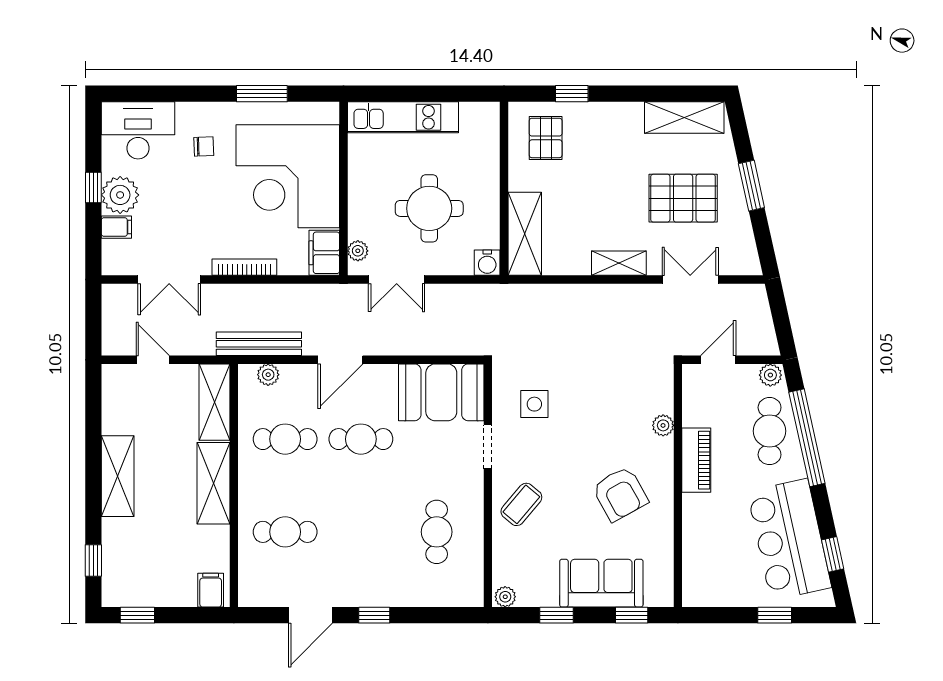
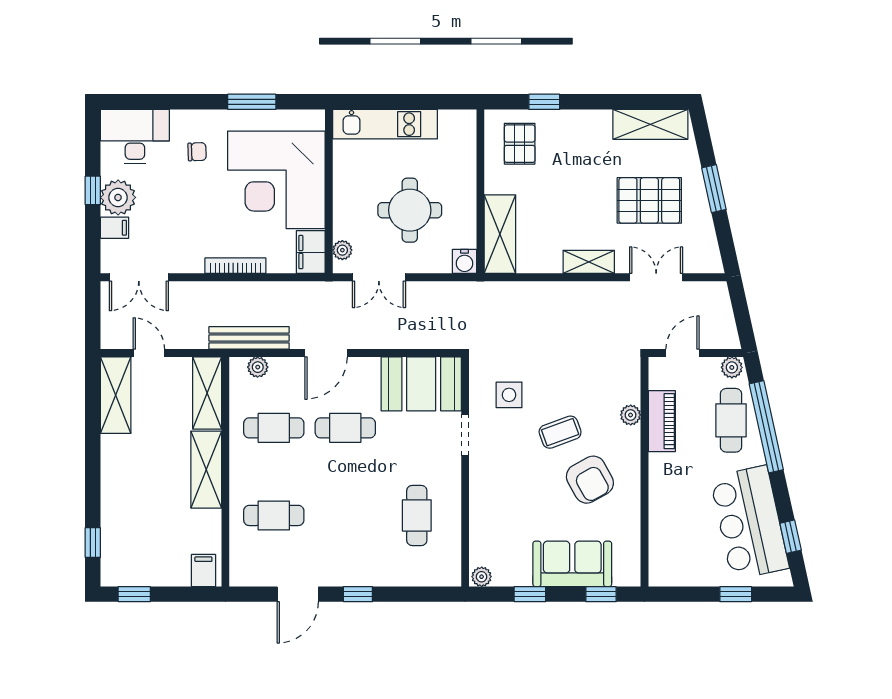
double door: (169, 280) -> (139, 277), moved
piano: (696, 460) -> (662, 421), moved
shelving: (118, 476) -> (116, 395), moved
coffee table: (521, 504) -> (560, 432), moved, turned 30

